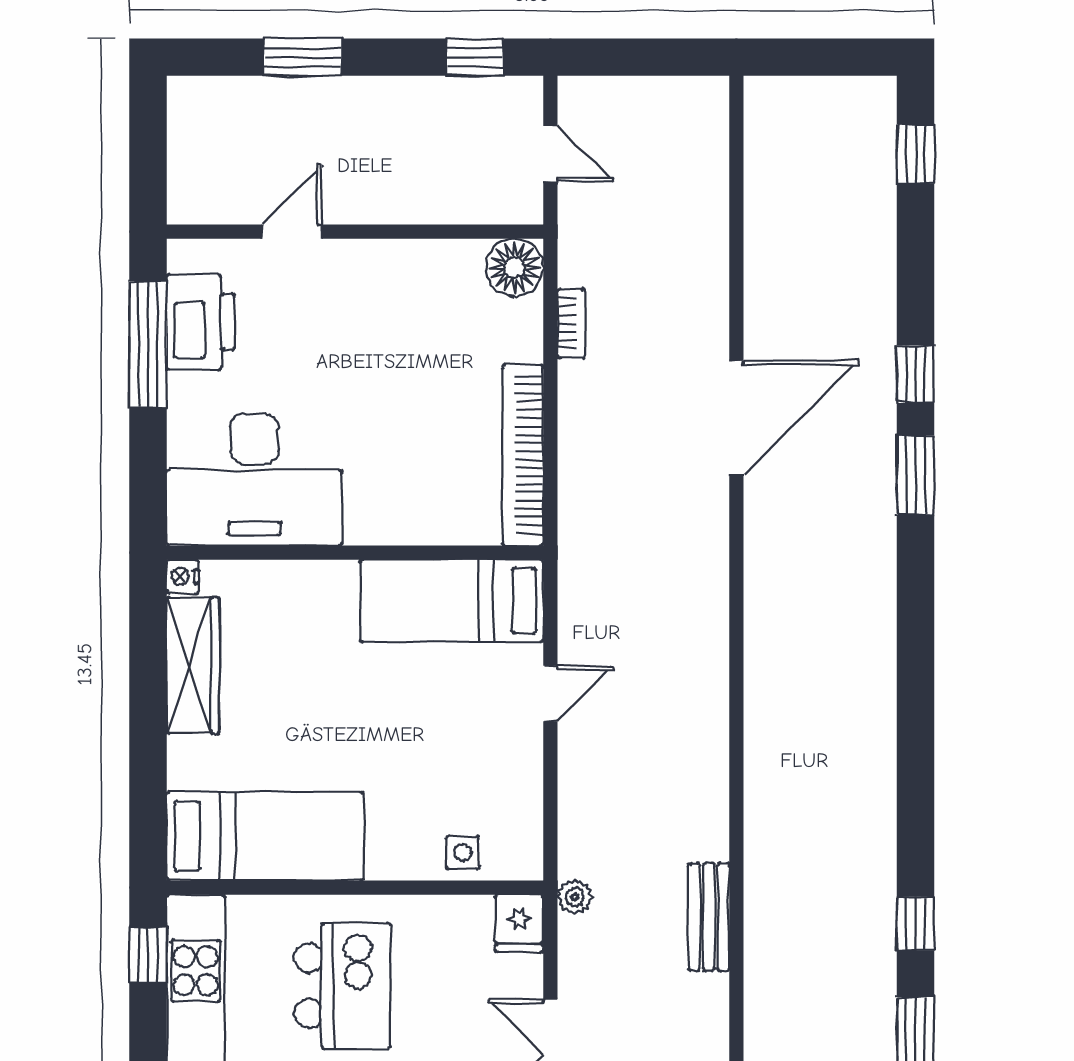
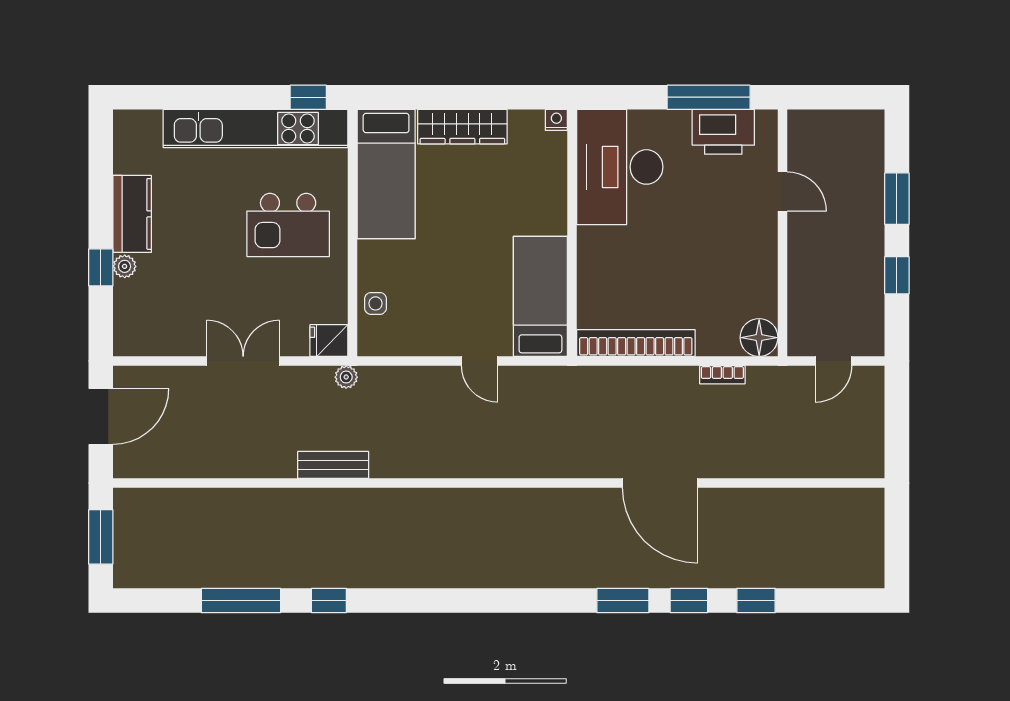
window: (475, 57) -> (897, 275), moved
window: (916, 154) -> (756, 600), moved
wardrobe: (193, 665) -> (462, 127), moved

